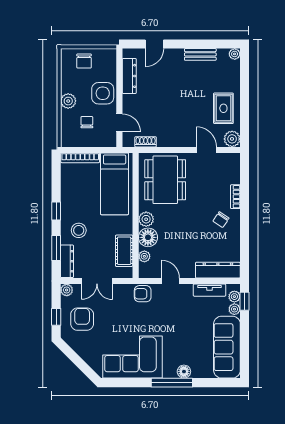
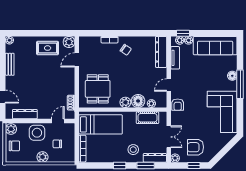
plant: (108, 56) -> (11, 129), added
dining table: (165, 180) -> (98, 89), width x0.73

